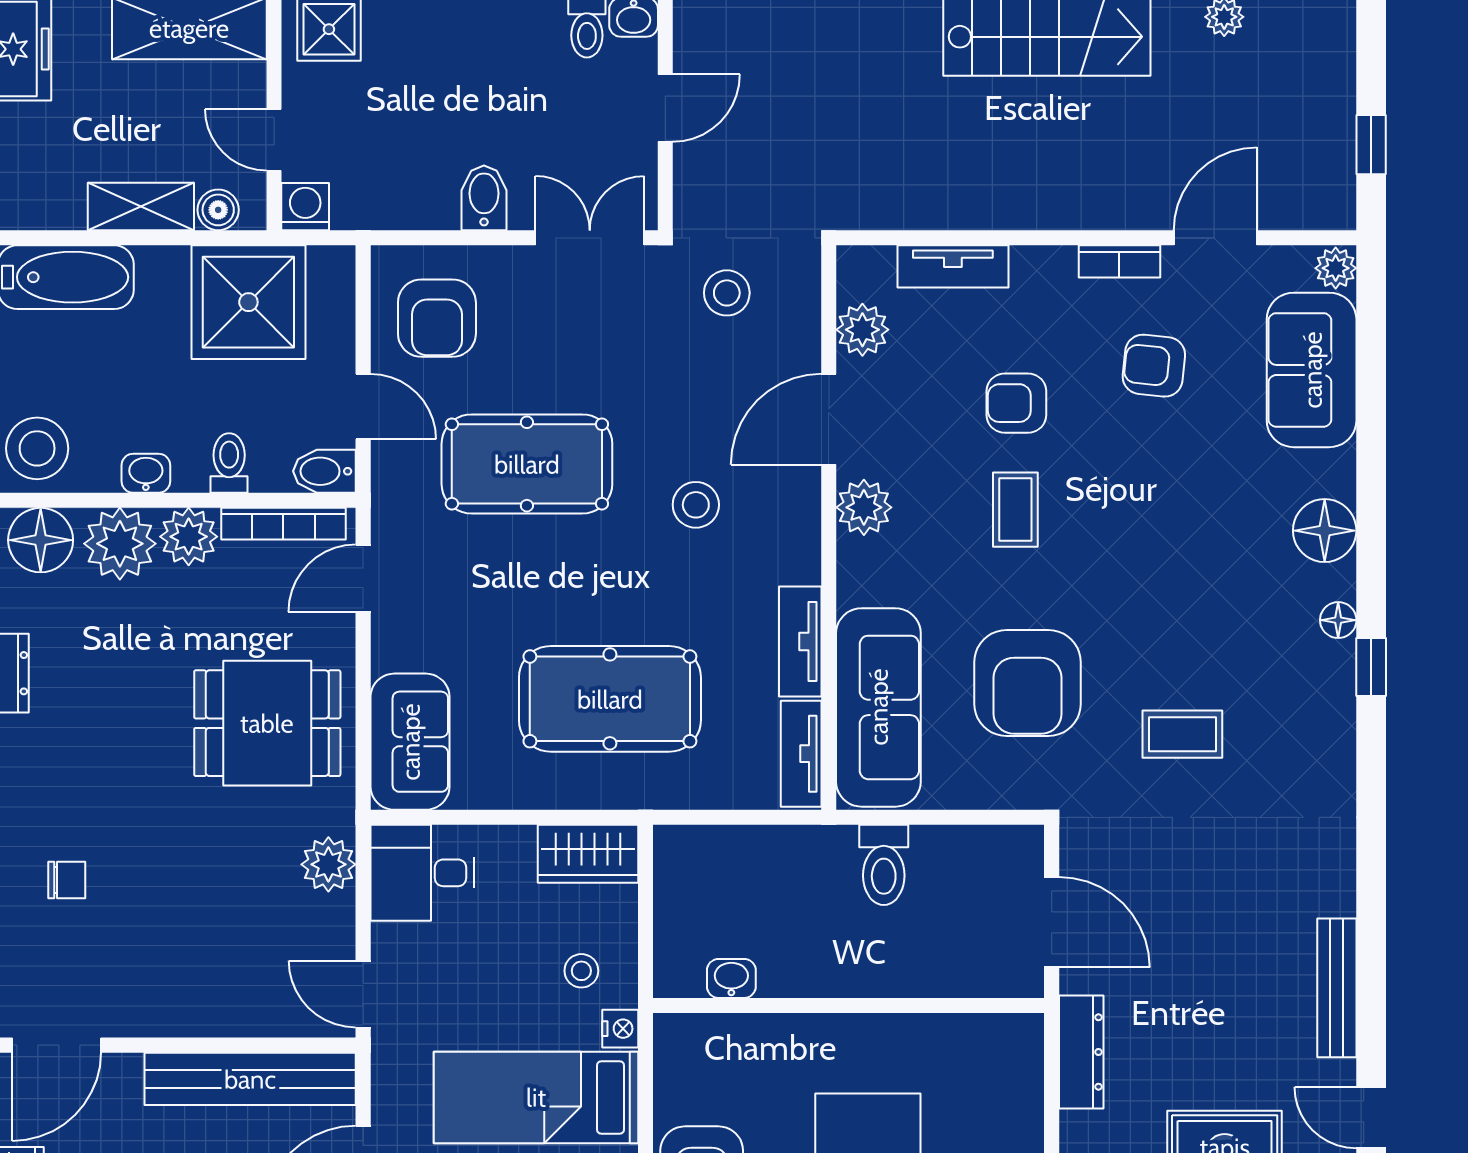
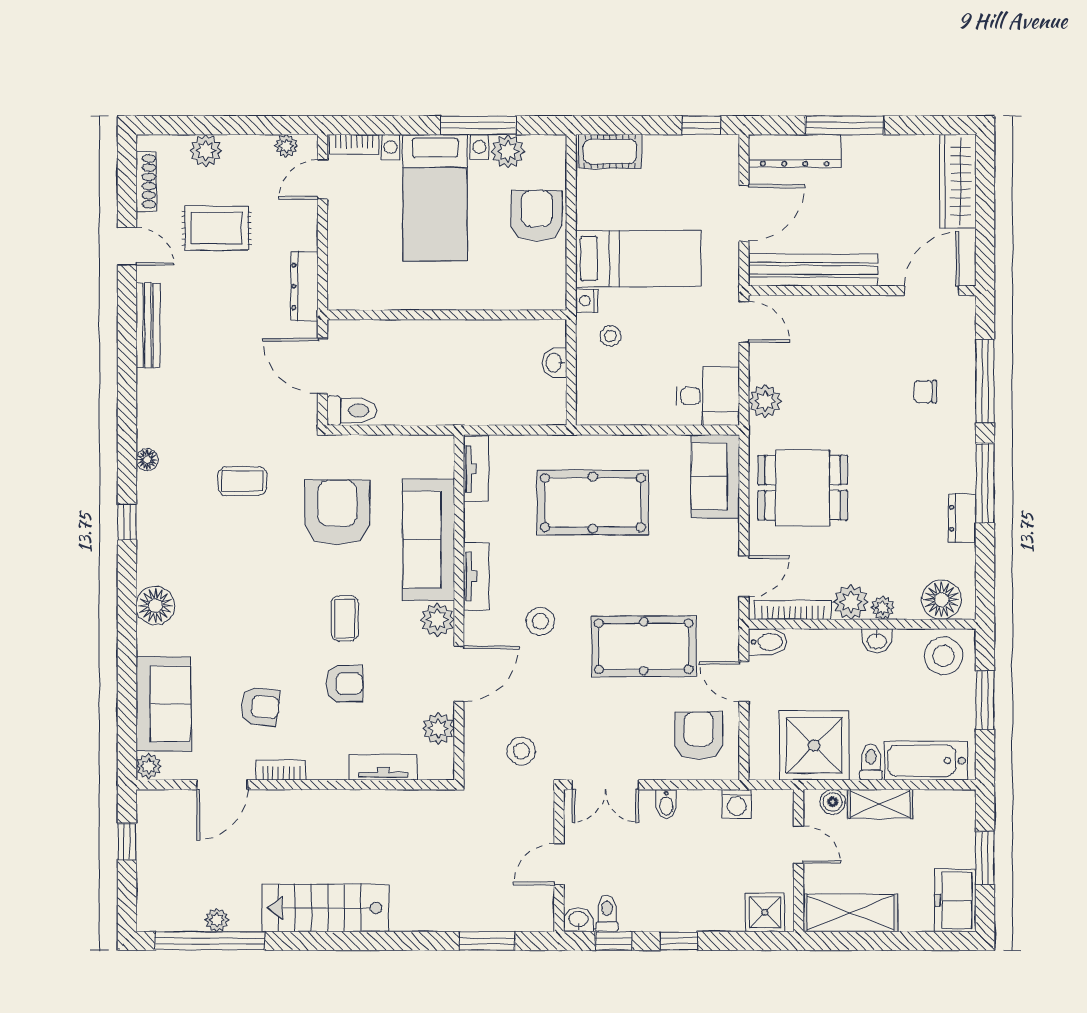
bidet: (484, 198) -> (666, 804), width x0.72, depth x0.74
washing machine: (305, 207) -> (737, 804), moved
toilet: (229, 463) -> (871, 762), moved, turned 180
plant: (120, 544) -> (883, 608), width x0.53, depth x0.53
floor lamp: (1338, 620) -> (147, 460), moved
tv unit: (800, 642) -> (476, 576), moved
sofa: (878, 707) -> (429, 540), moved
wardrobe: (588, 854) -> (606, 408), removed
toilet: (884, 865) -> (352, 411), moved, turned 90
washbasin: (731, 978) -> (555, 363), moved, turned 90

